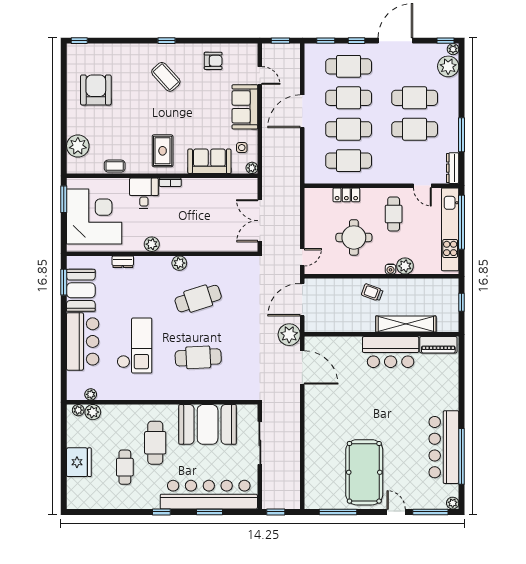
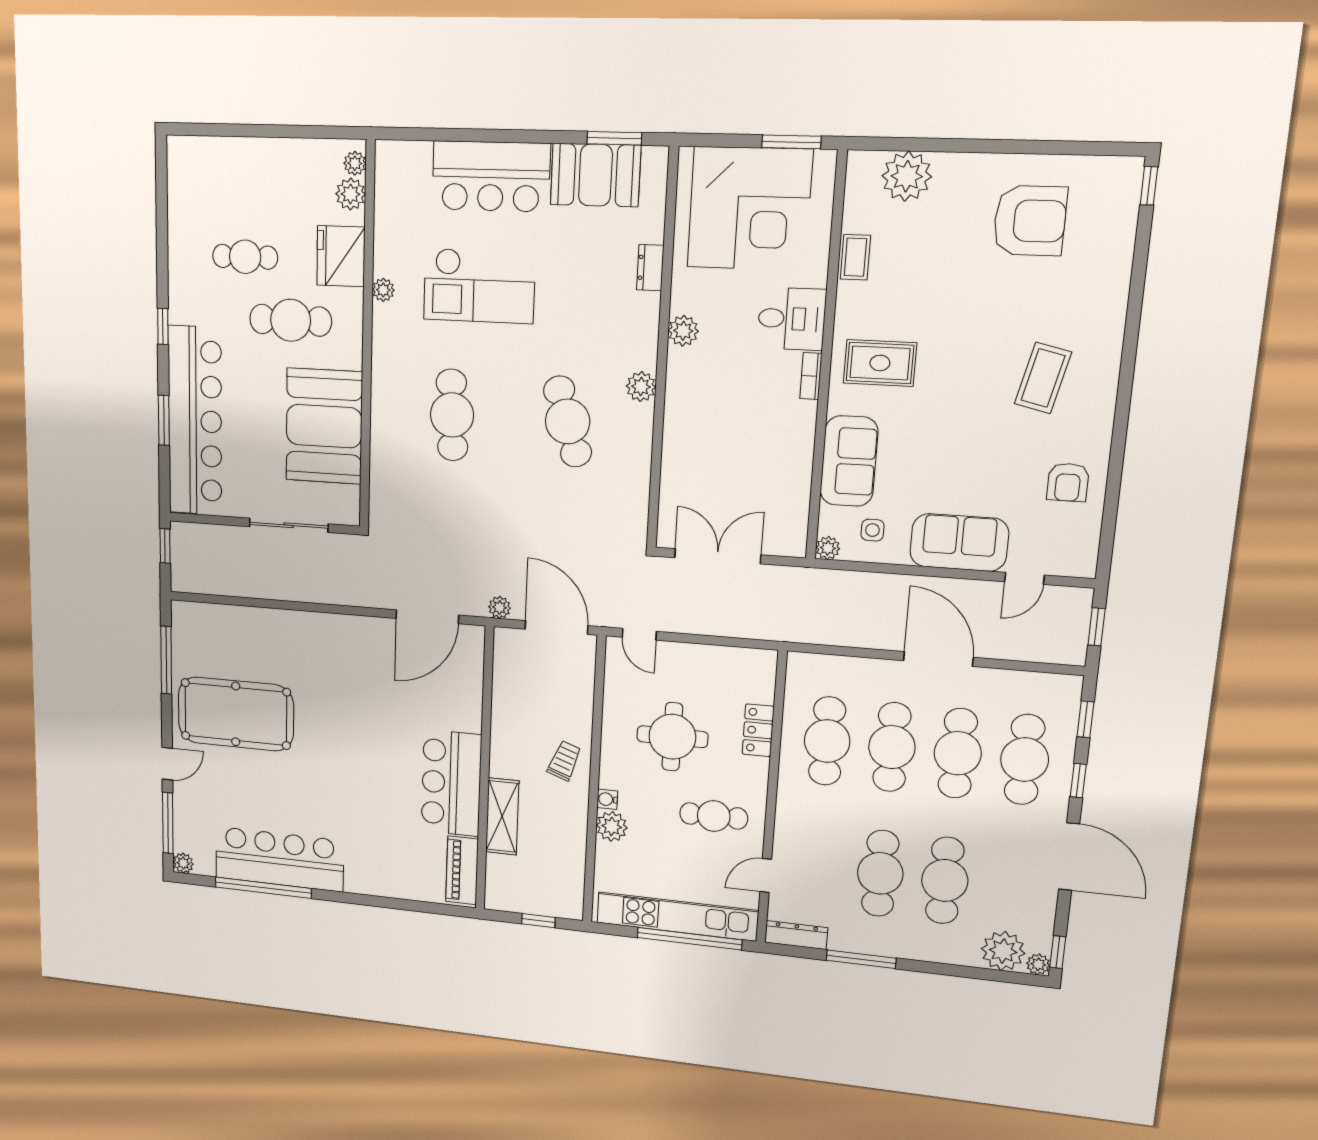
window: (167, 41) -> (1125, 383), removed
coffee table: (166, 77) -> (1043, 378), turned -35
shelving: (406, 324) -> (502, 816), width x0.68
plant: (289, 335) -> (500, 607), width x0.53, depth x0.53
plant: (91, 394) -> (383, 290), moved
fridge: (79, 462) -> (341, 256), moved, turned 90

